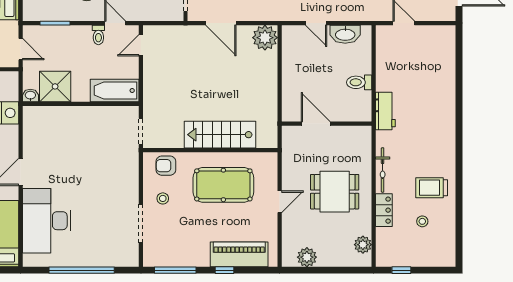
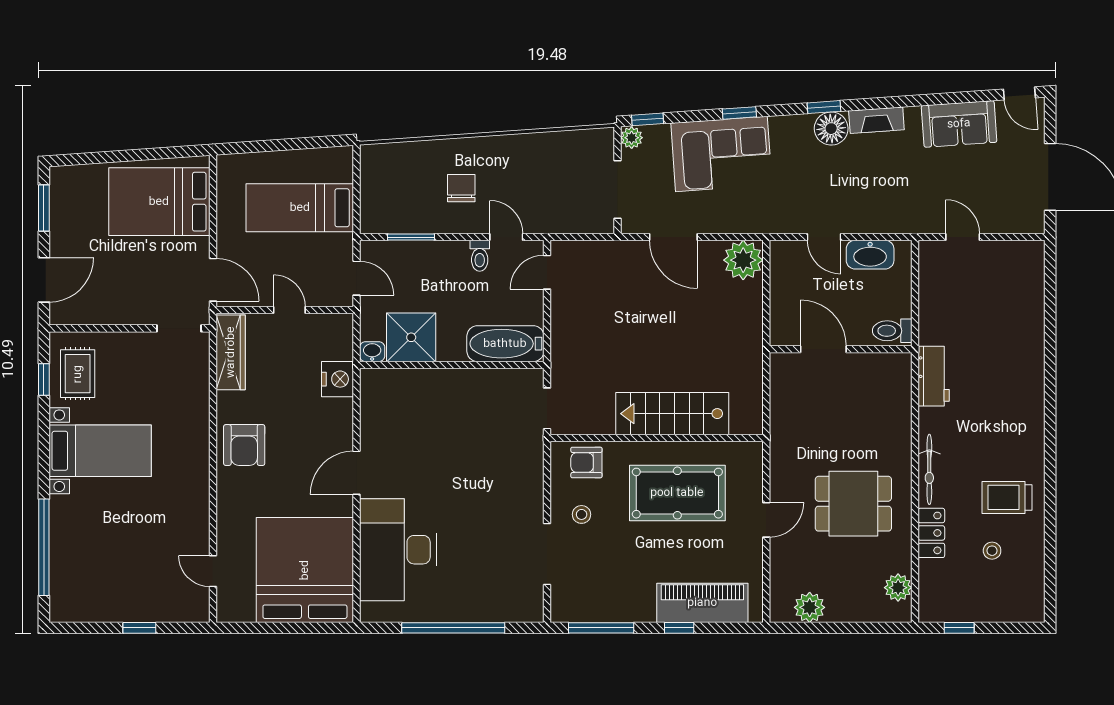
door: (316, 124) -> (823, 349), moved
wall: (327, 124) -> (841, 349), moved

